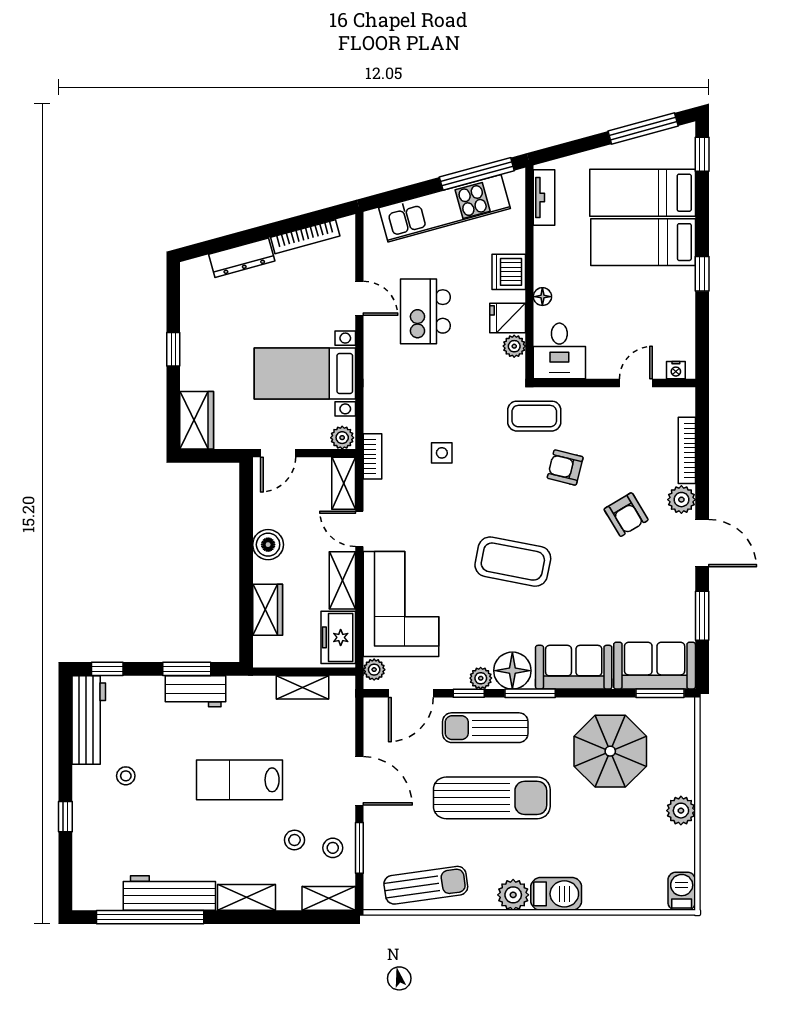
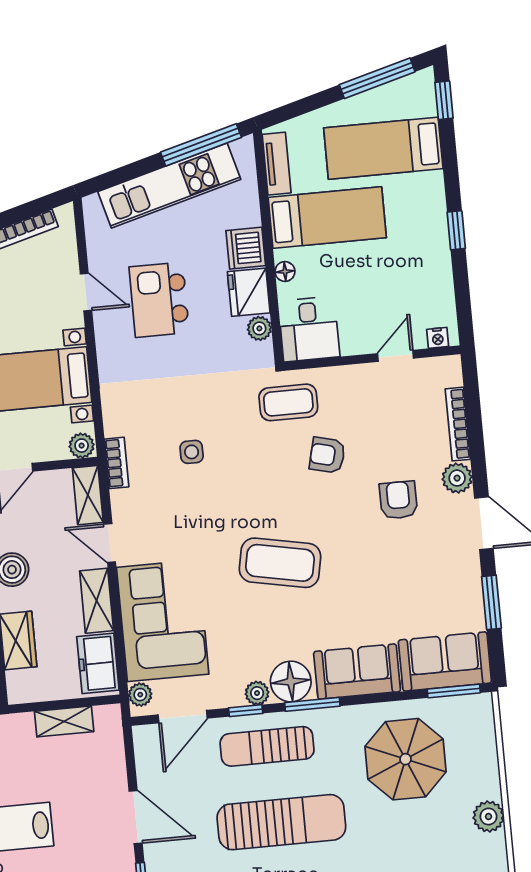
bed: (643, 242) -> (327, 218), moved, turned 180
fridge: (508, 318) -> (249, 292), width x1.38
armchair: (626, 515) -> (398, 500), turned -149

